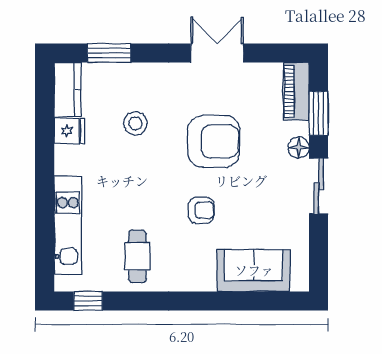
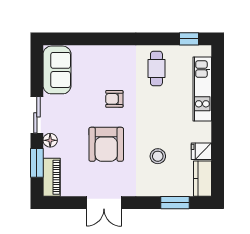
armchair: (214, 141) -> (106, 144), turned -90
sofa: (254, 270) -> (57, 70), moved, turned -90

